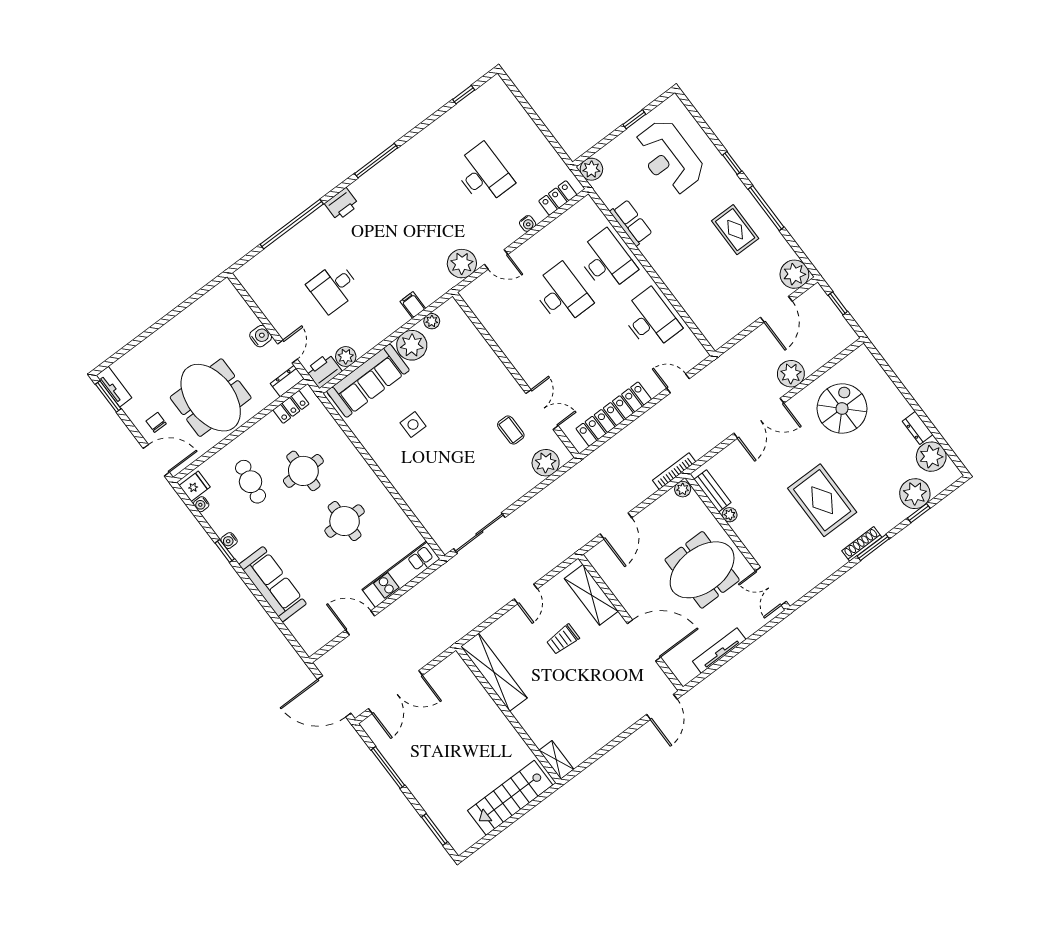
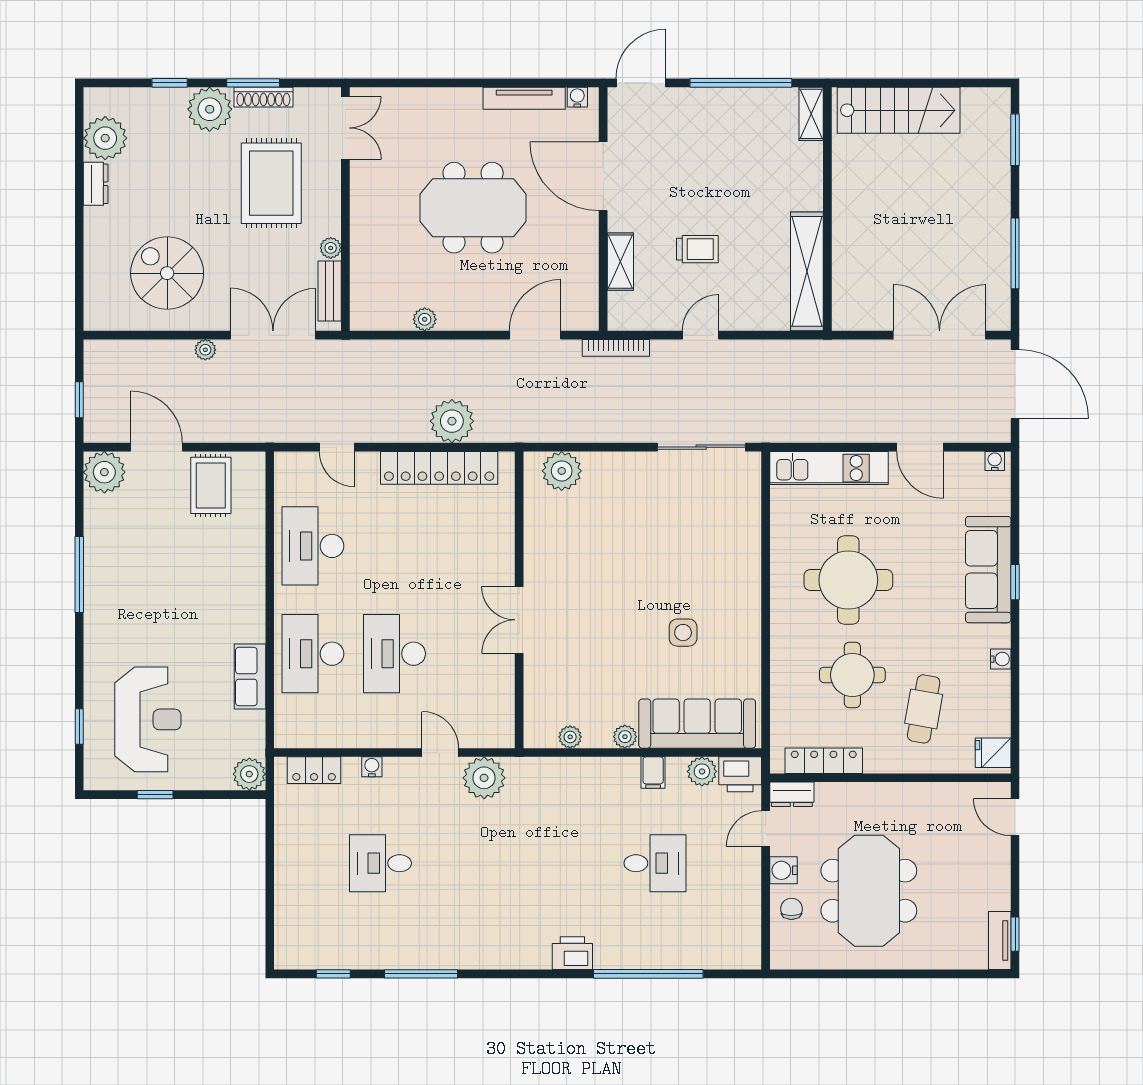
window: (376, 161) -> (421, 974), moved
window: (732, 163) -> (79, 727), moved
desk: (483, 174) -> (380, 863), width x0.73
rug: (735, 230) -> (211, 485), moved
filing cabinet: (413, 305) -> (653, 773), moved
door: (776, 309) -> (157, 447), hinge flipped
plant: (412, 345) -> (625, 737), width x0.53, depth x0.53
plant: (791, 374) -> (205, 350), width x0.53, depth x0.53
window: (108, 396) -> (1015, 934), width x0.67
meeting table: (211, 398) -> (869, 891), moved
locker: (291, 407) -> (824, 761), width x1.53
spiral stairs: (842, 409) -> (167, 273), turned 90
double door: (542, 410) -> (519, 620), moved
chair: (156, 422) -> (791, 909), moved, turned 180
coffee table: (511, 430) -> (574, 540), removed
plant: (626, 445) -> (452, 421), added
door: (156, 460) -> (1015, 817), width x0.73
bookcase: (674, 471) -> (616, 348), moved
bench: (712, 491) -> (330, 291), moved
plant: (915, 494) -> (210, 109), moved
water cooler: (201, 504) -> (995, 461), moved, turned -90
plant: (730, 515) -> (331, 248), moved
round table: (345, 521) -> (848, 580), width x1.36, depth x1.36
wall: (737, 542) -> (345, 209), moved
window: (225, 551) -> (1015, 582), moved
double door: (771, 586) -> (345, 128), moved
shelving: (591, 595) -> (620, 262), width x0.67, depth x0.75
water cooler: (691, 673) -> (577, 97), added
window: (607, 748) -> (741, 83), added

